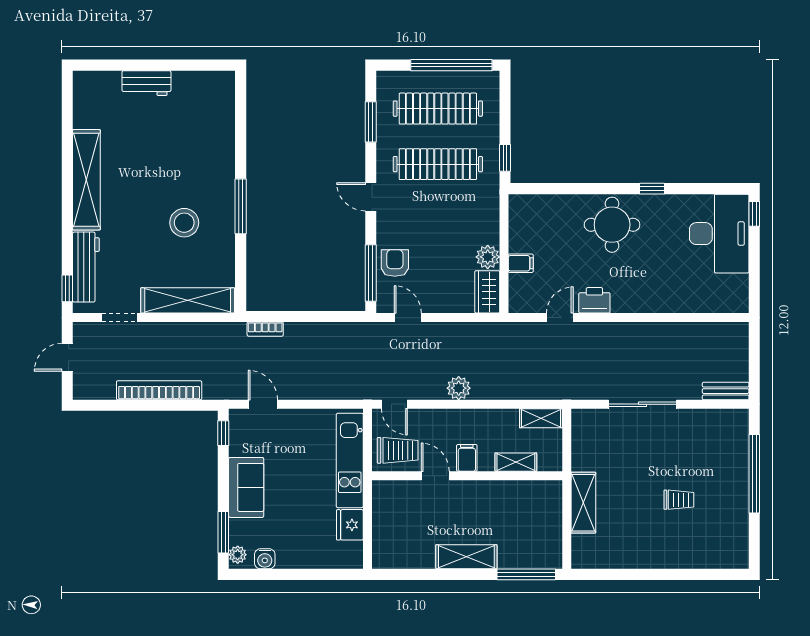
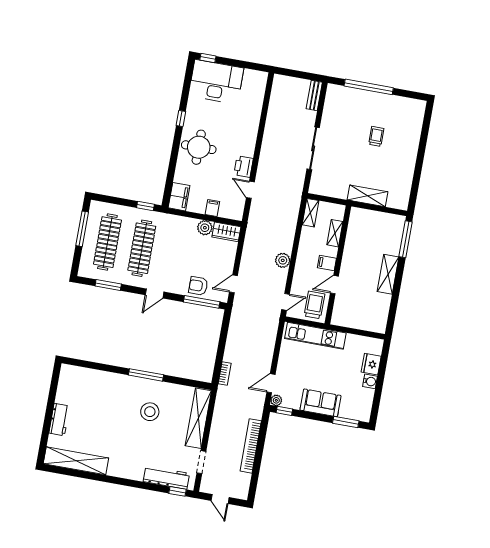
window: (451, 65) -> (82, 229), width x0.68
shelving: (86, 180) -> (76, 461), moved
filing cabinet: (529, 208) -> (179, 197), added
fridge: (350, 525) -> (371, 364), moved, turned 90
plant: (238, 555) -> (276, 400), moved
water cooler: (265, 559) -> (370, 381), moved

